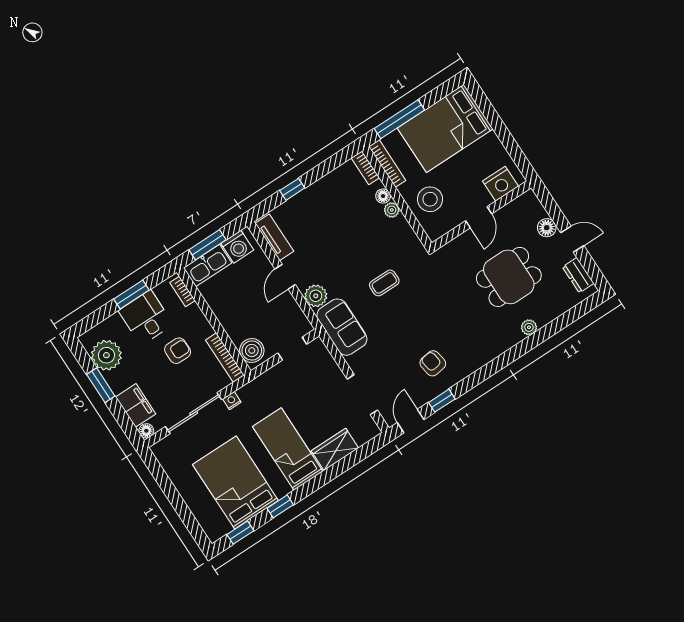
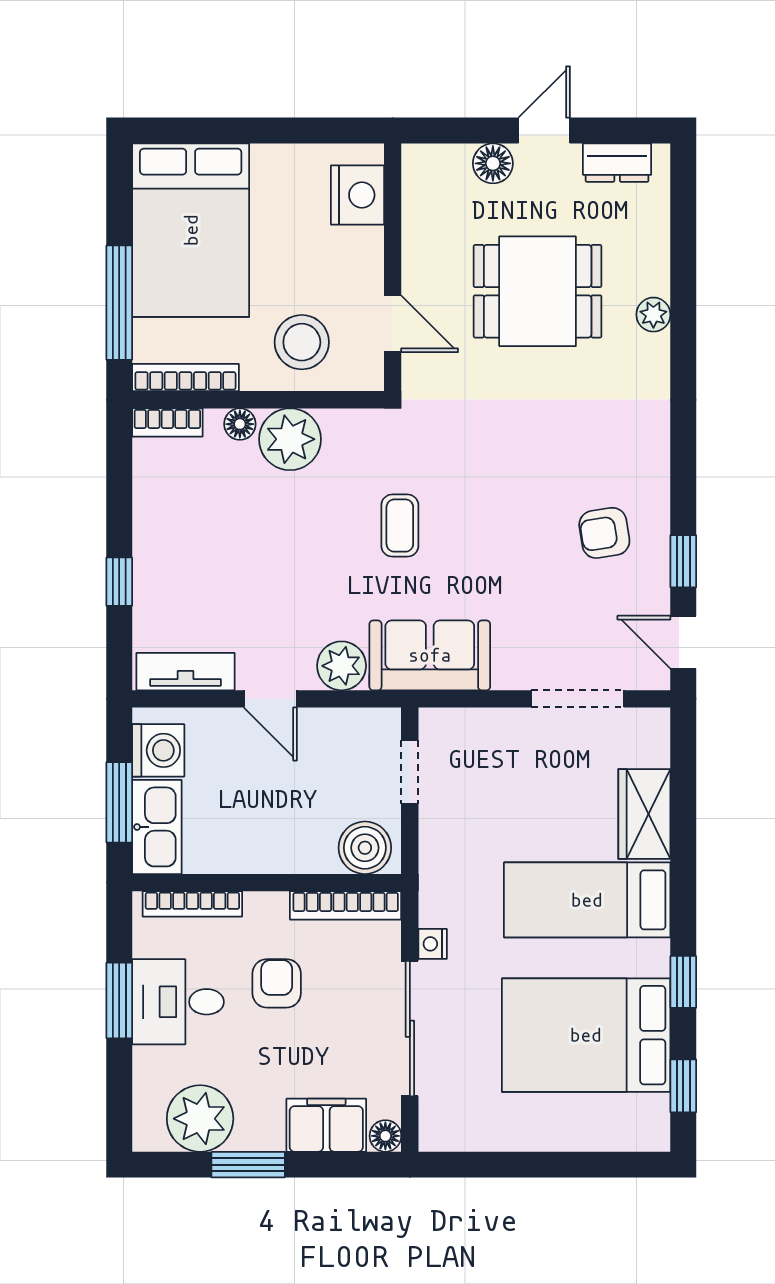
plant: (392, 210) -> (290, 439), width x1.87, depth x1.87
door: (479, 217) -> (393, 324), moved
dining table: (509, 277) -> (538, 291), turned 90
bookcase: (182, 291) -> (192, 904), width x1.56

